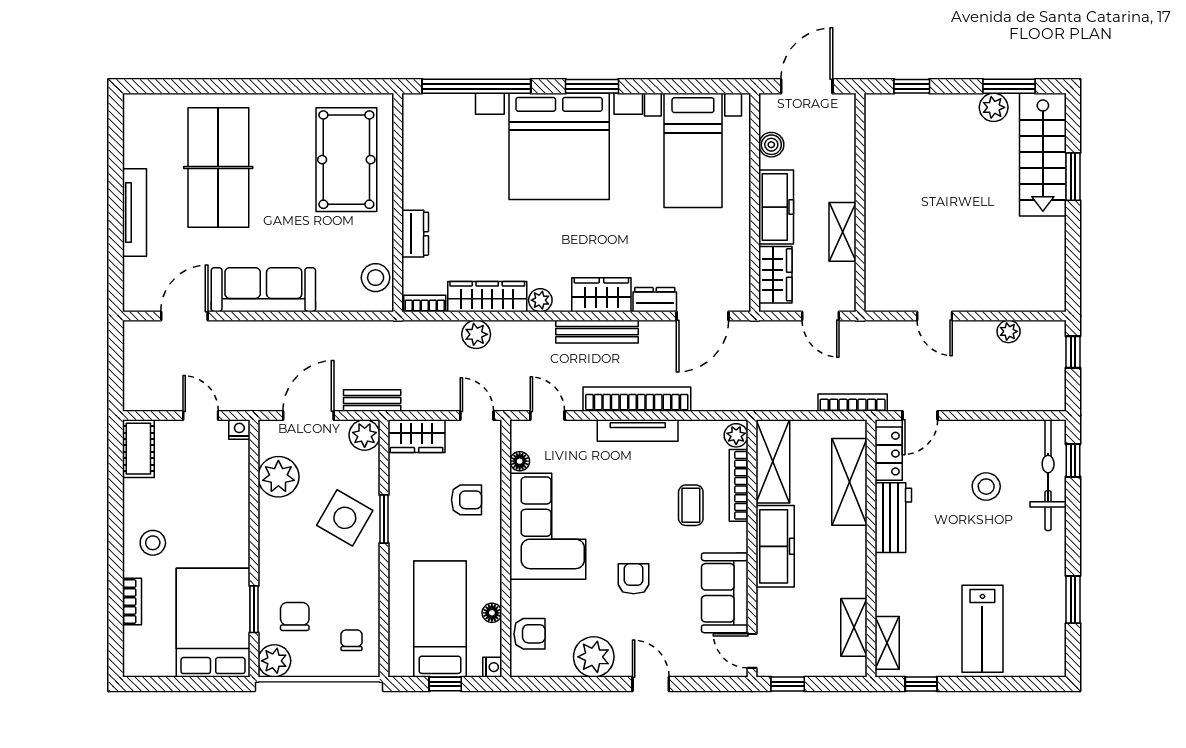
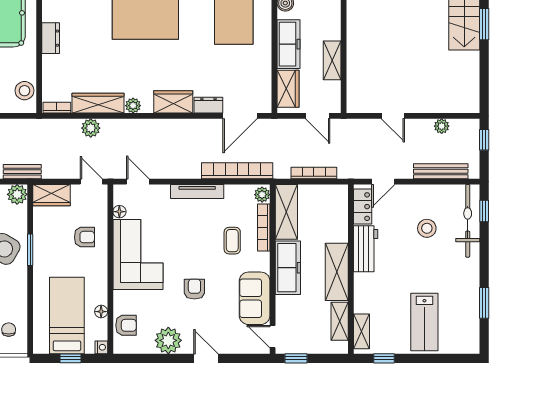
dresser: (415, 234) -> (51, 38), moved
bench: (597, 332) -> (441, 171), moved
bookcase: (637, 399) -> (237, 171), moved
bookcase: (853, 403) -> (314, 173), moved
shelving: (849, 482) -> (337, 272), moved

